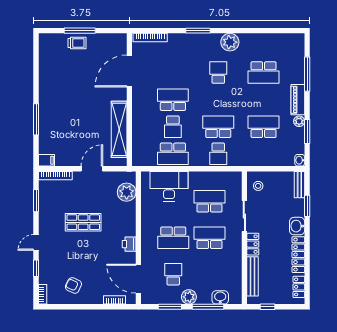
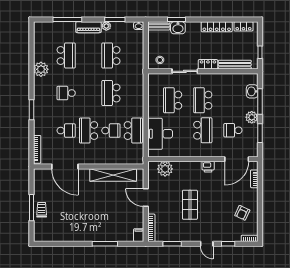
plant: (230, 42) -> (41, 69), moved
school desk: (218, 154) -> (66, 131), moved
washbasin: (297, 226) -> (178, 28), moved

